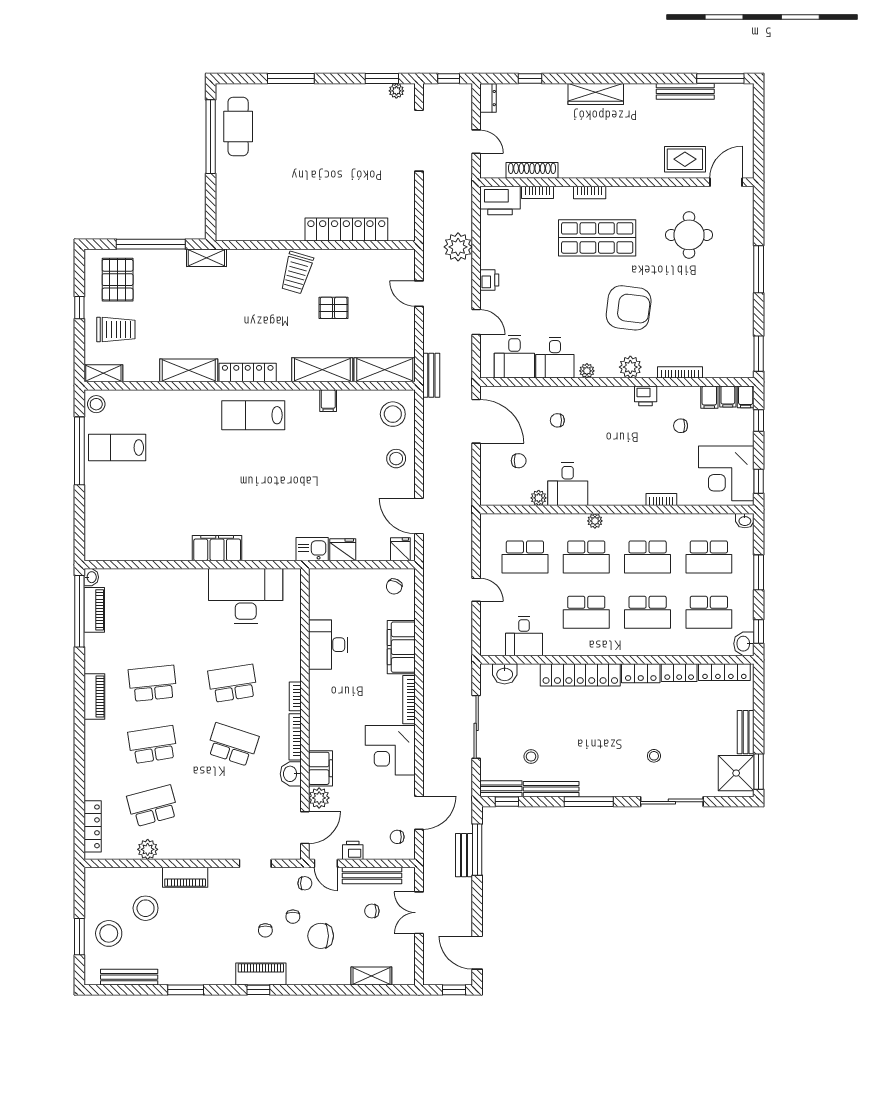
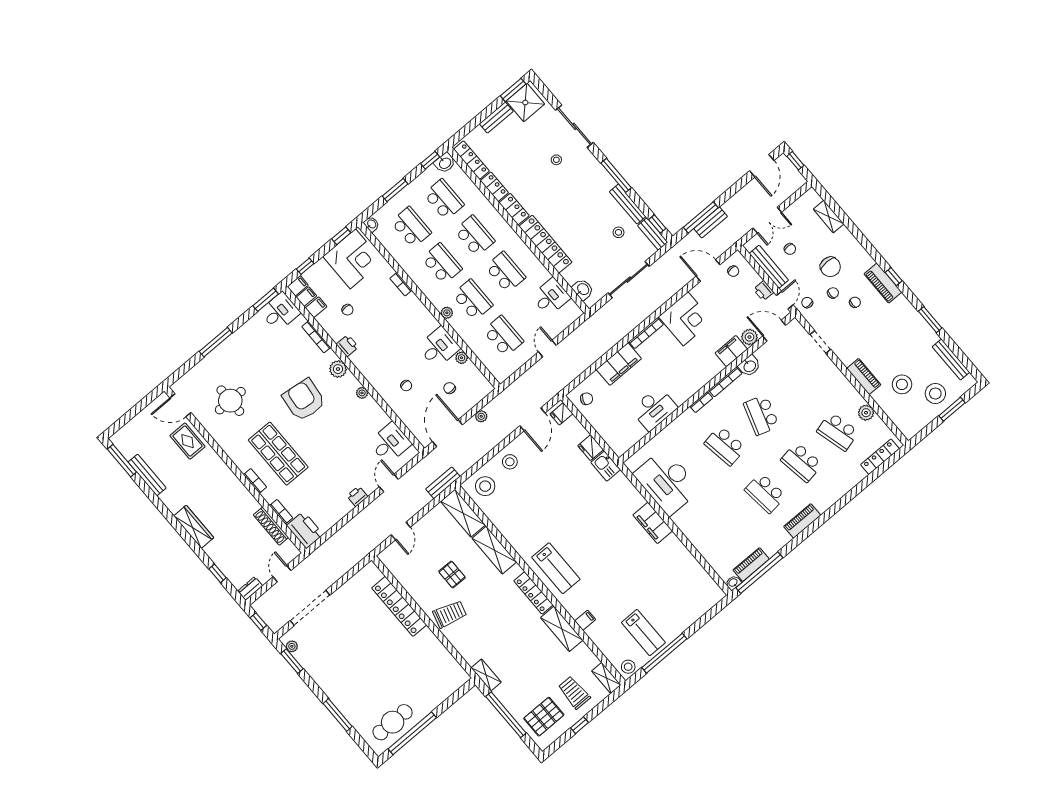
plant: (458, 247) -> (481, 416), moved, width x0.53, depth x0.53
desk: (555, 358) -> (280, 312), moved
filing cabinet: (328, 401) -> (585, 620), moved

